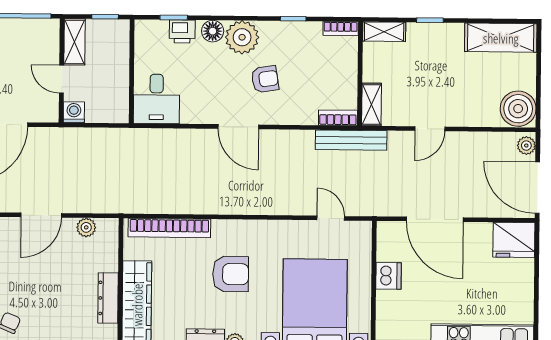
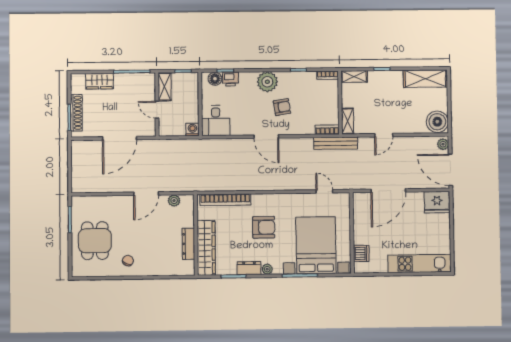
floor lamp: (213, 31) -> (215, 79), moved
washing machine: (74, 112) -> (192, 130), moved
door: (435, 219) -> (388, 191), hinge flipped
dishwasher: (388, 276) -> (361, 253), moved

